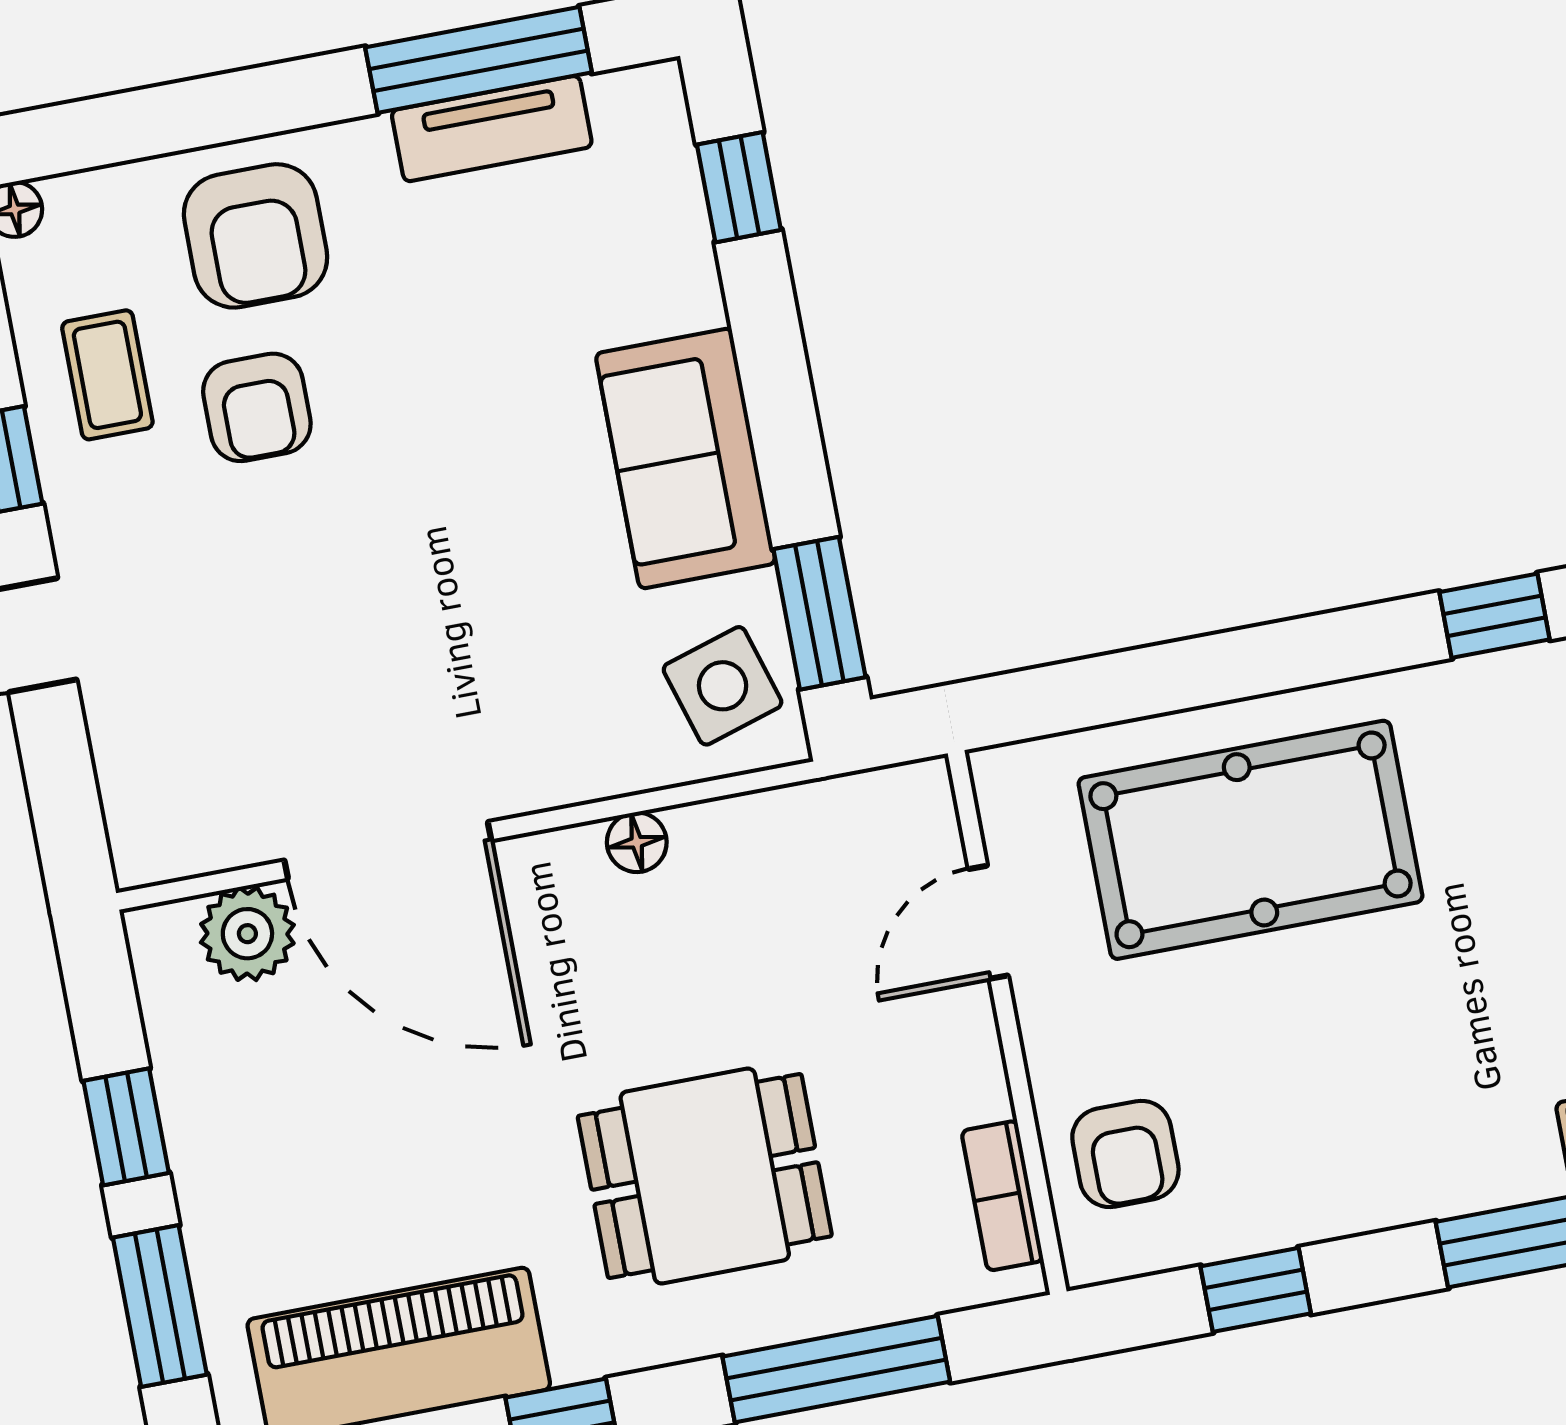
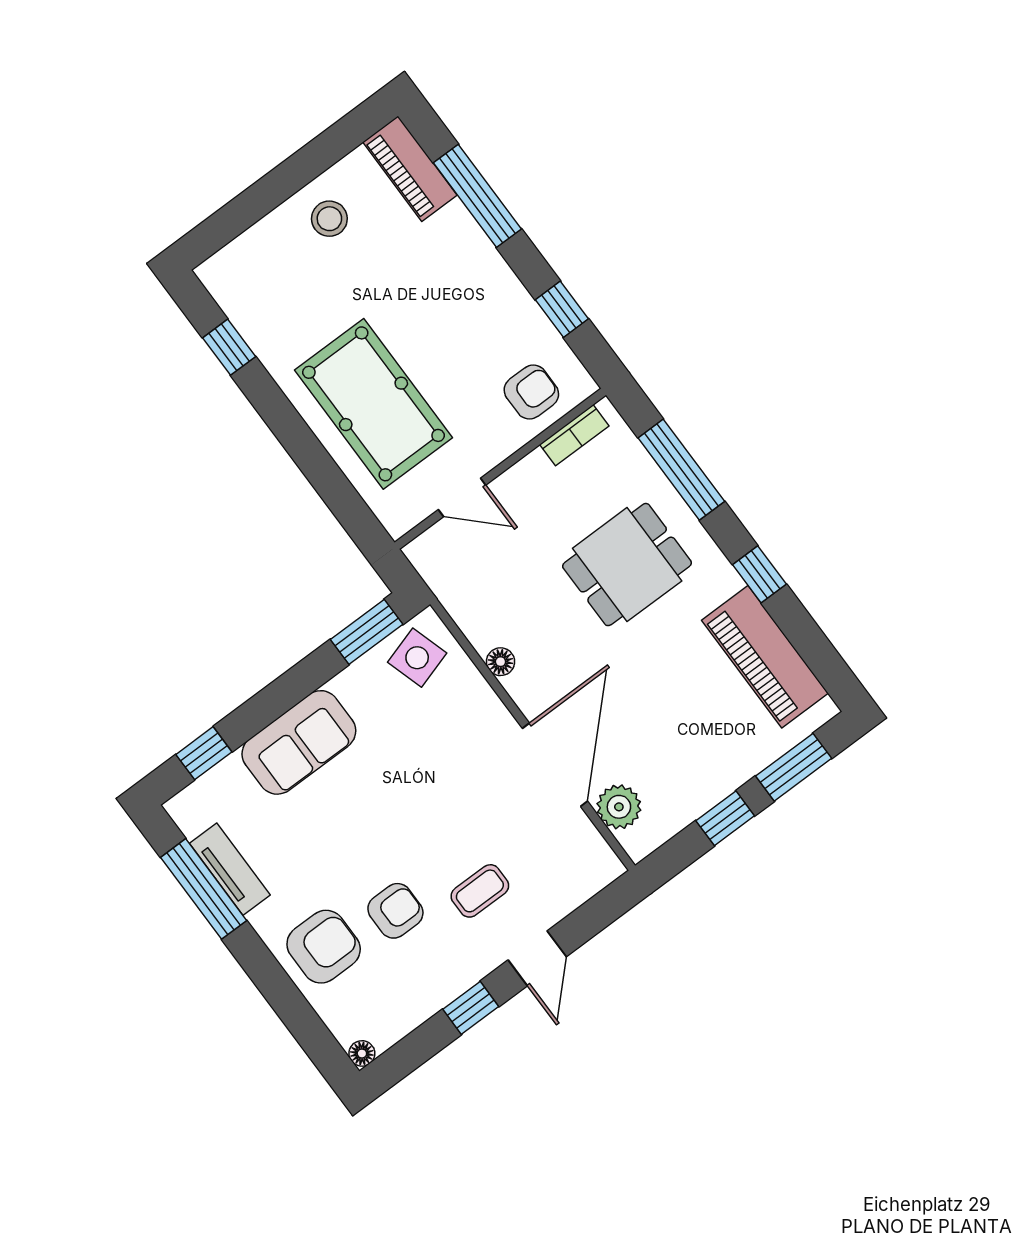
coffee table: (107, 375) -> (480, 891), moved
sofa: (686, 458) -> (299, 742), moved
dining table: (705, 1176) -> (627, 565), turned 90

